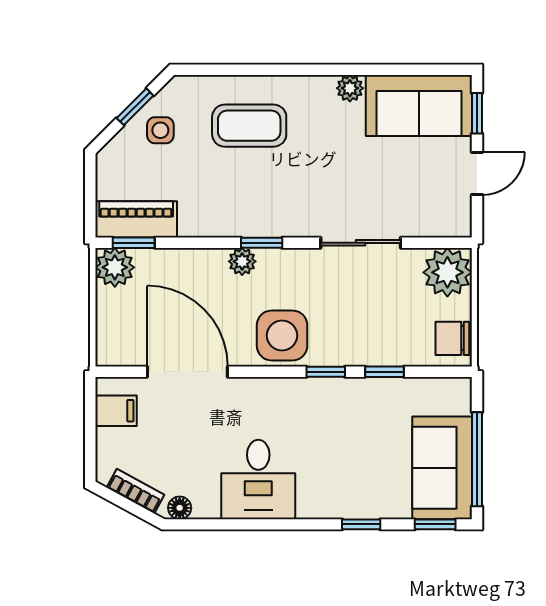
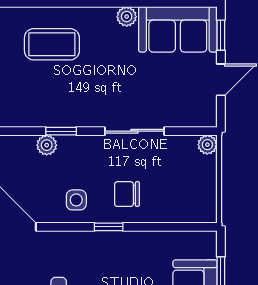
plant: (447, 272) -> (207, 145), width x0.53, depth x0.53
side table: (282, 335) -> (76, 200), width x0.54, depth x0.54
chair: (452, 338) -> (127, 194), moved
window: (385, 372) -> (152, 227), removed

